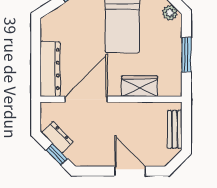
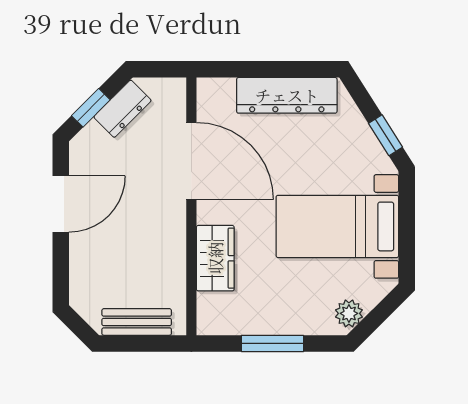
dresser: (50, 69) -> (287, 95), moved
door: (130, 171) -> (61, 204), moved

